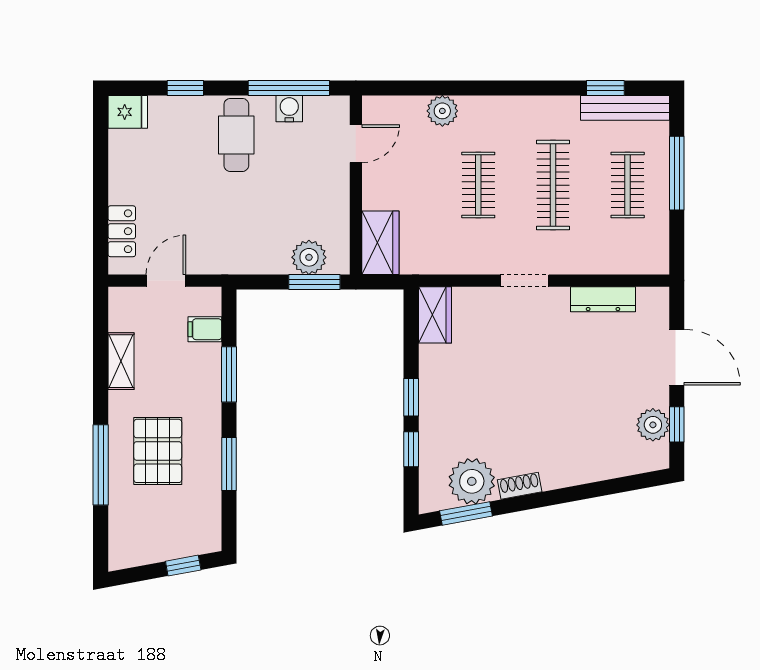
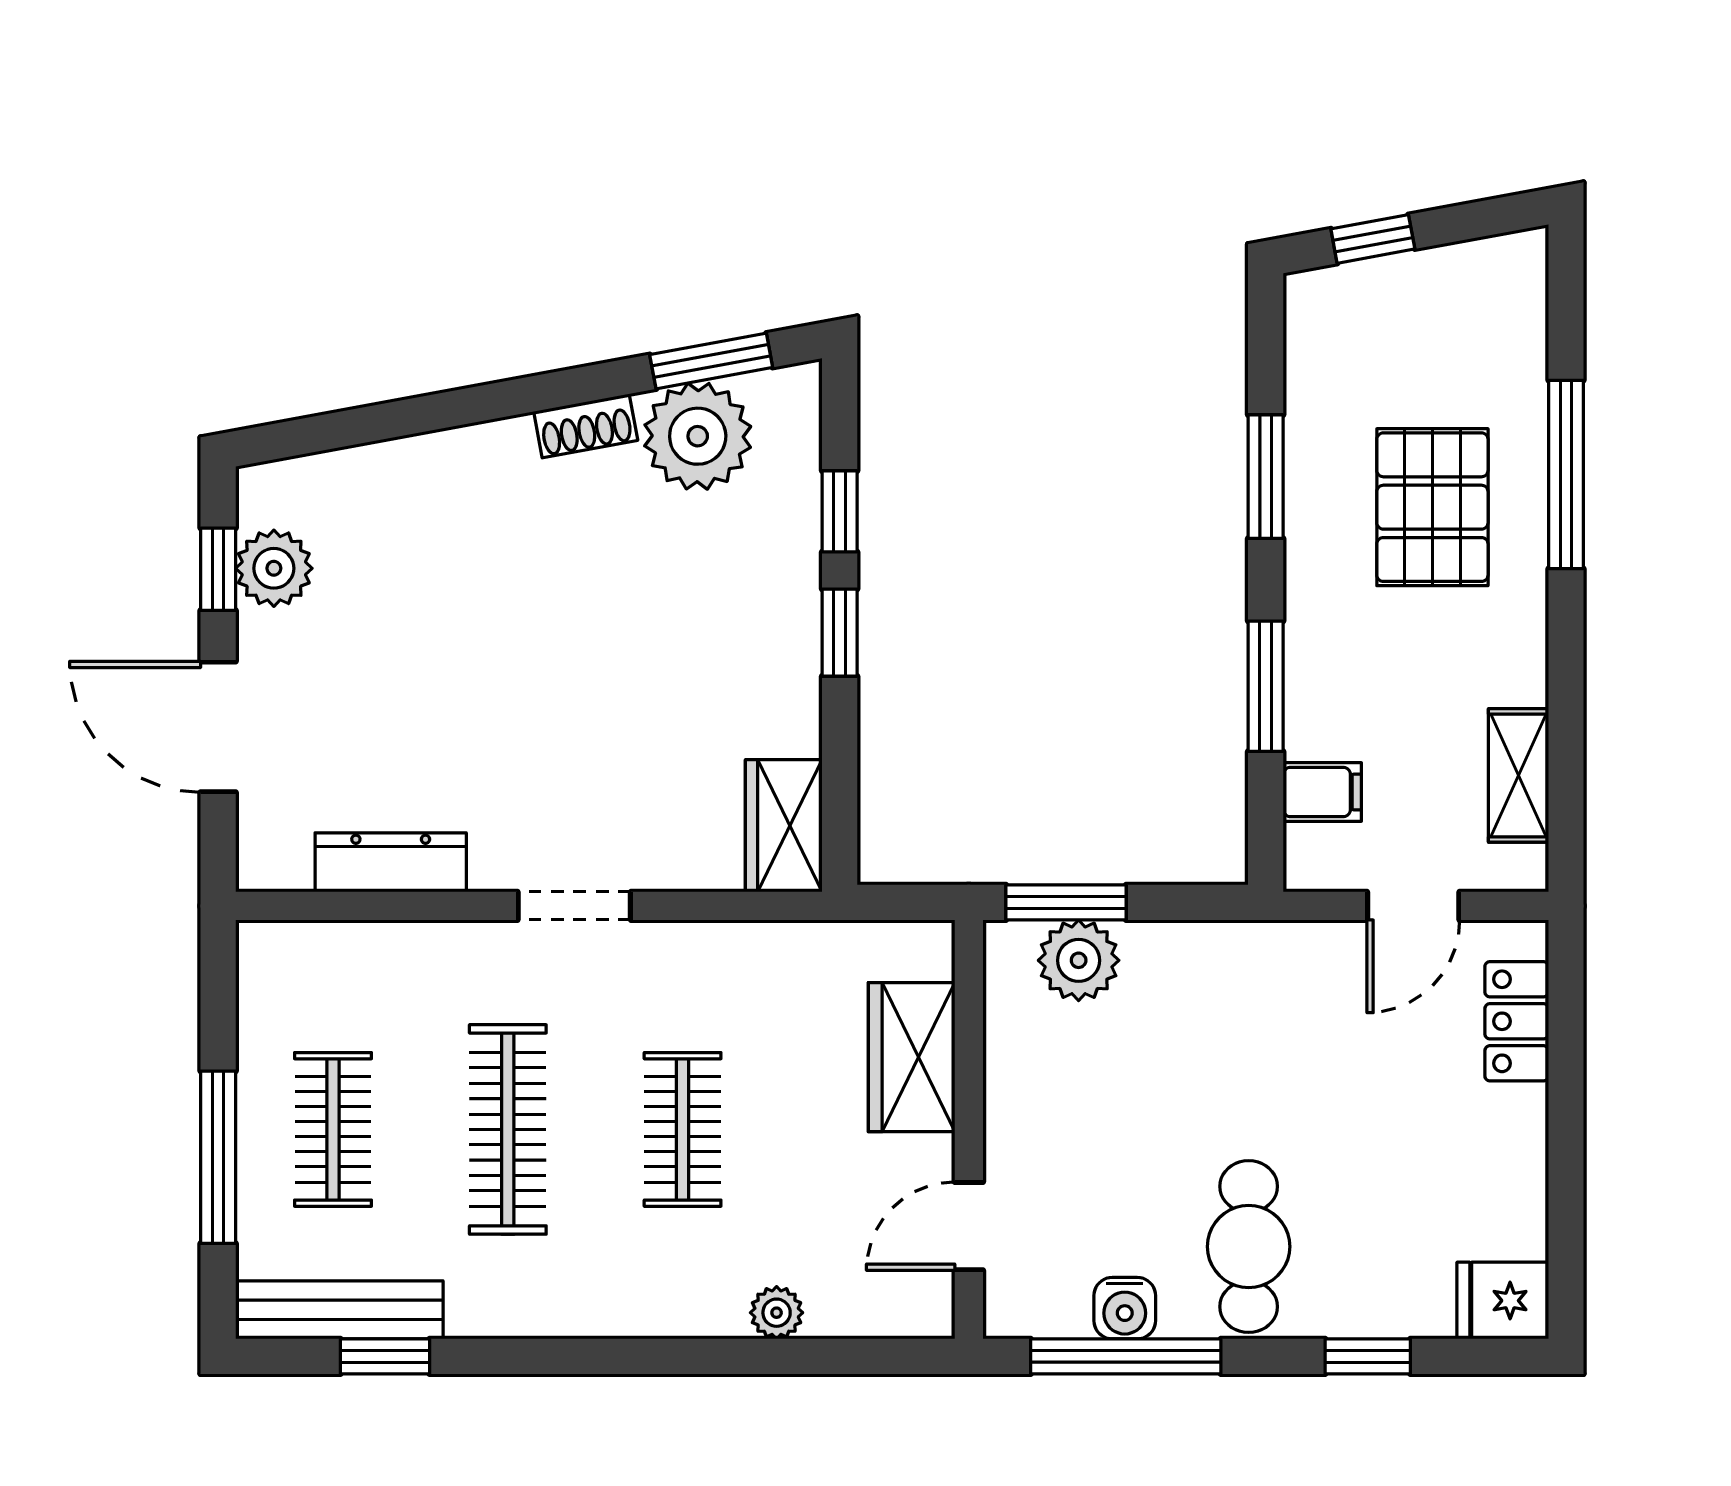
plant: (442, 111) -> (777, 1313), width x0.73, depth x0.73
wardrobe: (380, 243) -> (912, 1057), moved
shelving: (121, 361) -> (1518, 775), moved

